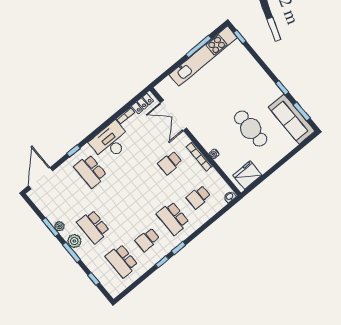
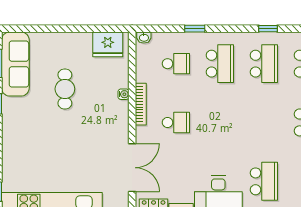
cafe table: (251, 129) -> (65, 89), width x0.73, depth x0.74
school desk: (147, 240) -> (264, 64), width x1.85
window: (179, 248) -> (195, 29), moved

